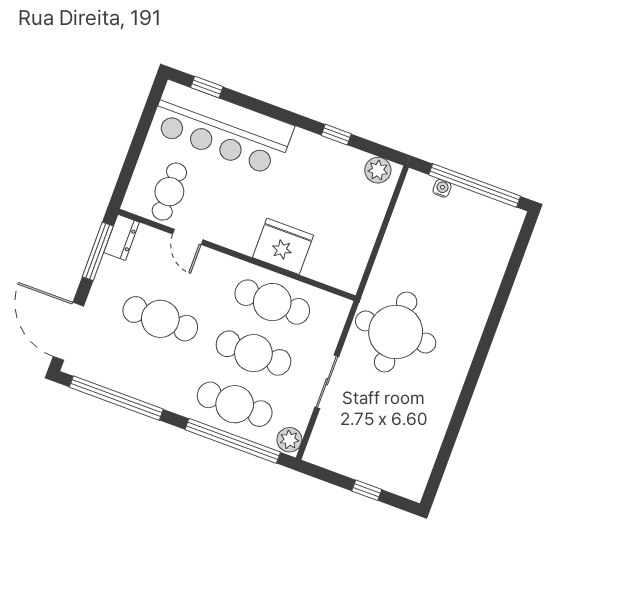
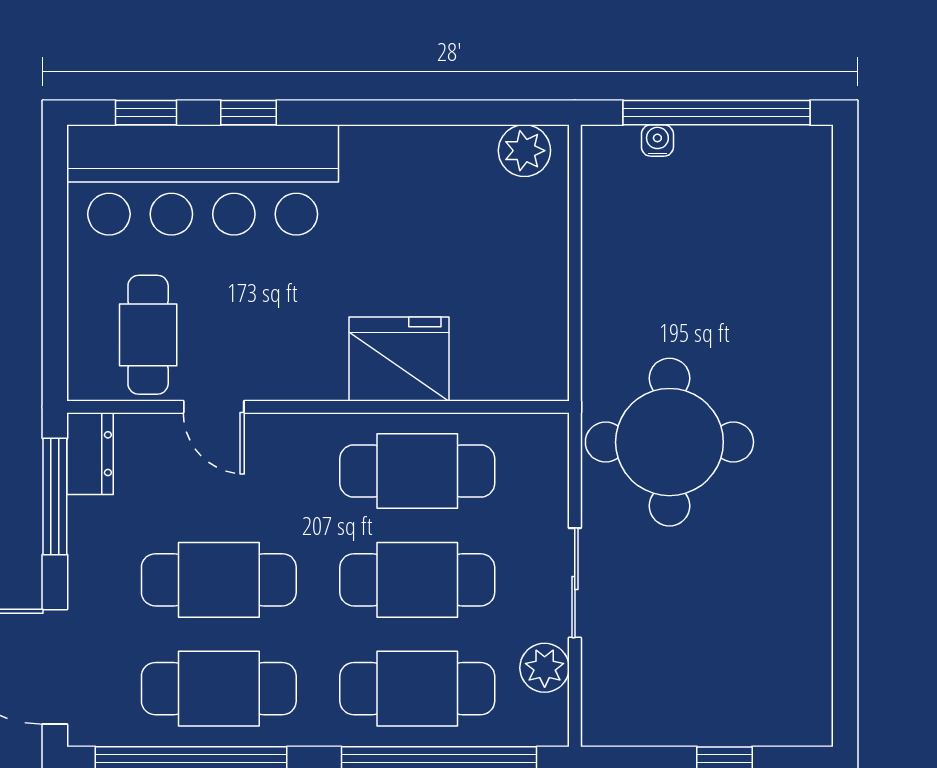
window: (336, 135) -> (248, 113), moved
cafe table: (141, 370) -> (219, 689), added
plant: (289, 440) -> (545, 668), moved

